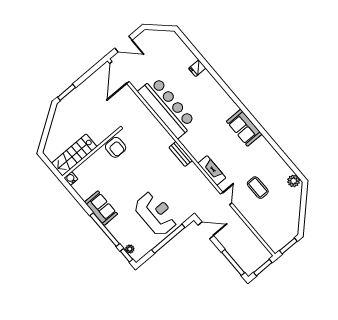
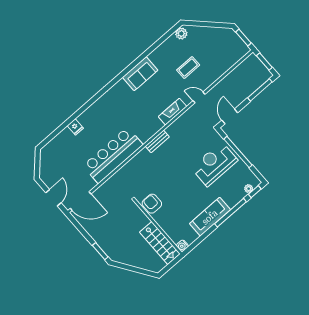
sofa: (244, 128) -> (140, 74), moved
armchair: (116, 147) -> (152, 204), turned -90
sofa: (101, 208) -> (210, 217), width x1.36

